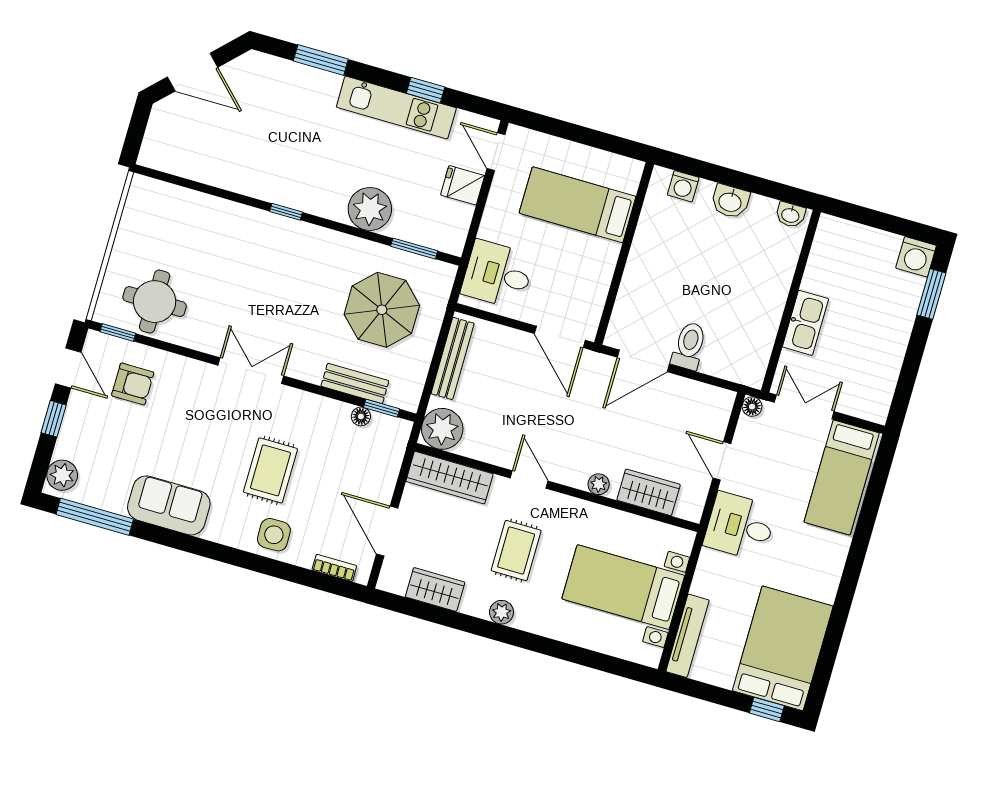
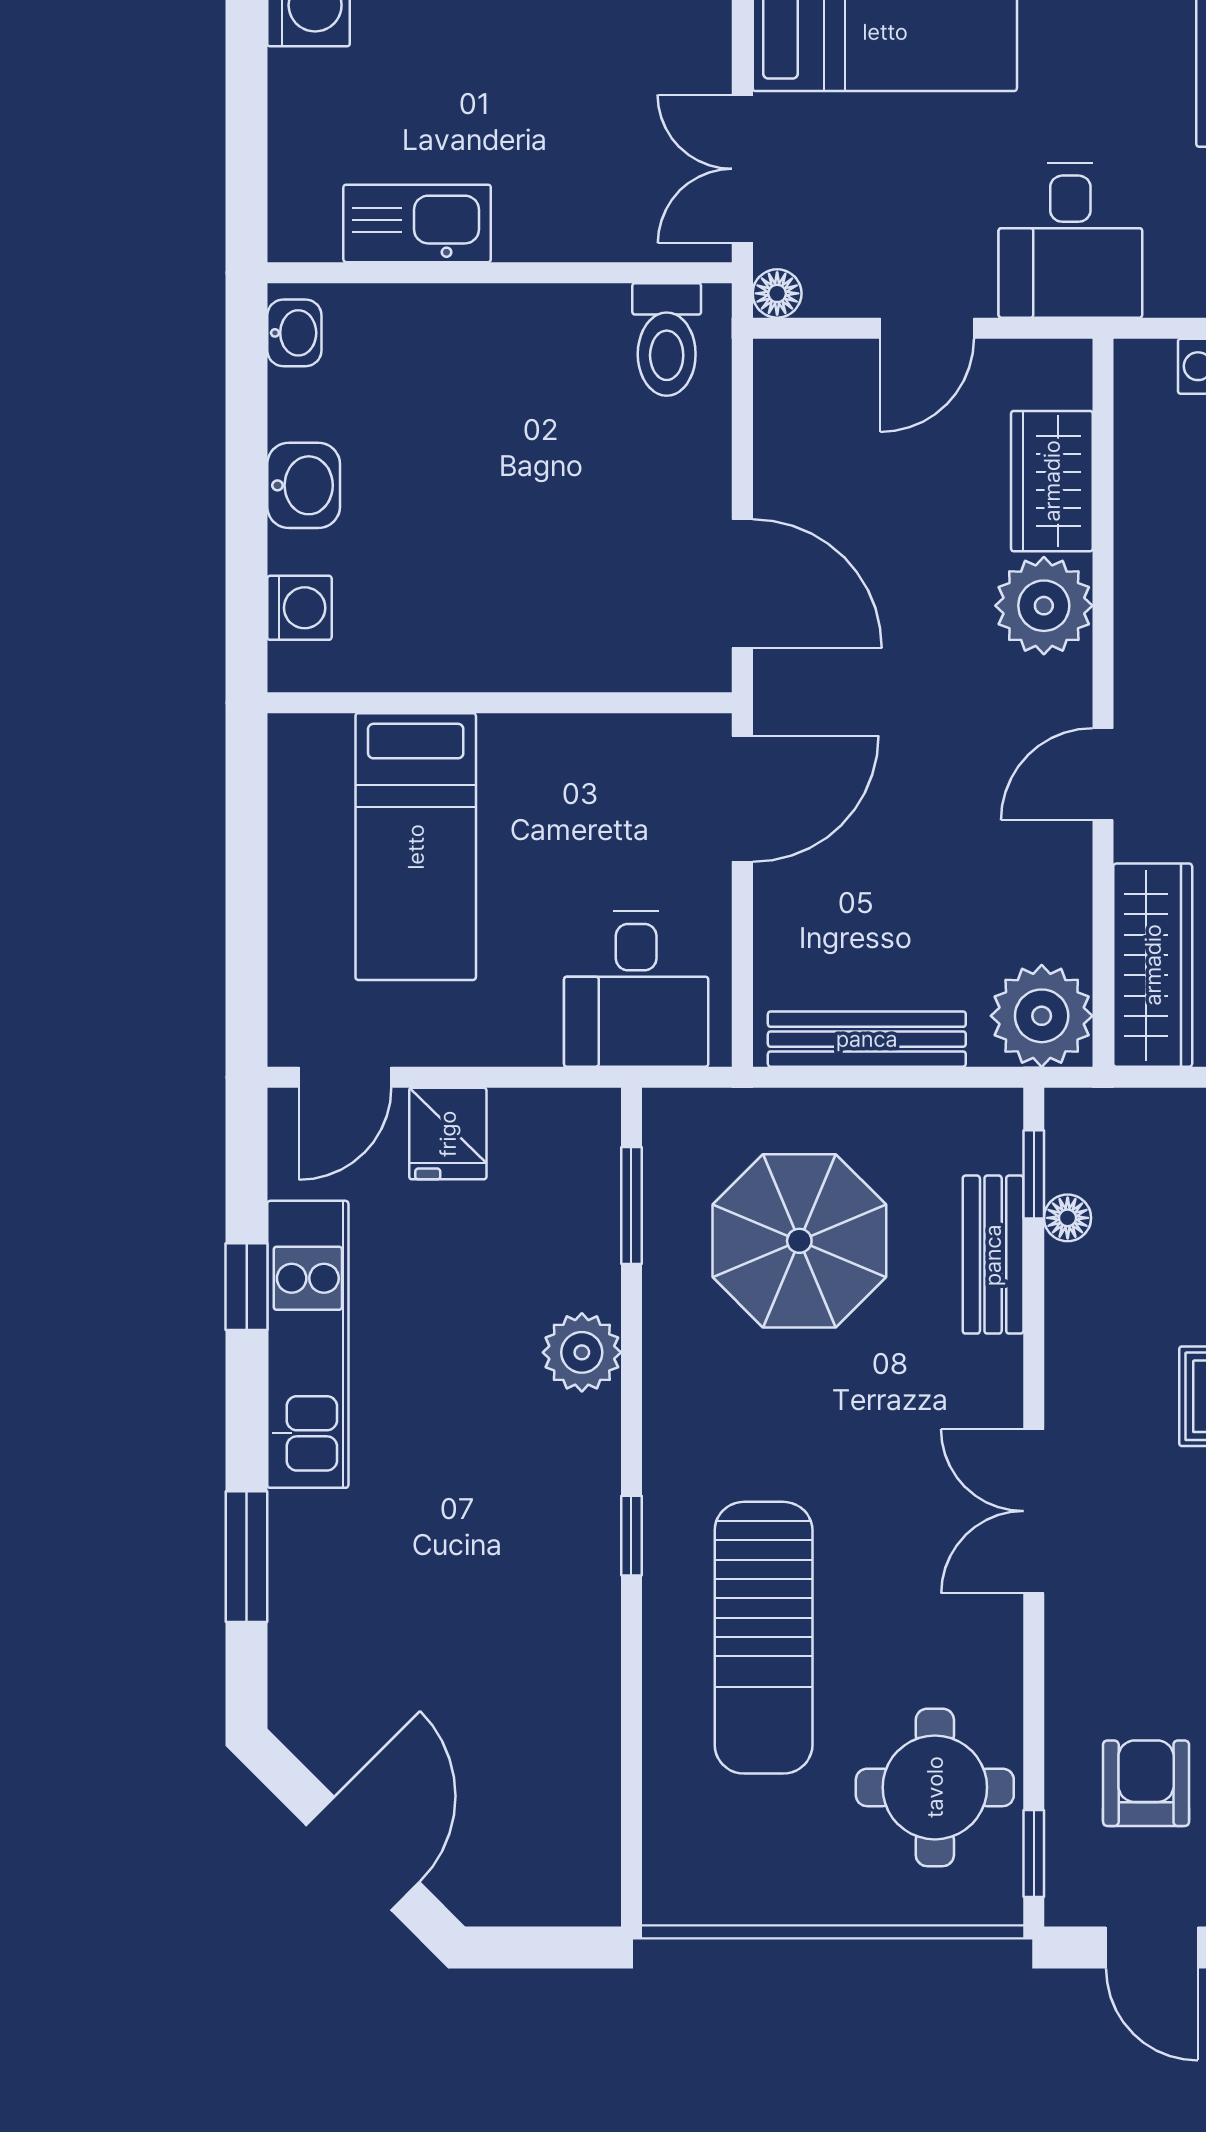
plant: (370, 209) -> (582, 1352), width x0.73, depth x0.73
sun lounger: (232, 252) -> (764, 1638), added
kitchen sink: (805, 323) -> (417, 223), moved
toilet: (689, 346) -> (667, 339), moved, turned -90
door: (68, 368) -> (1152, 1948), swing flipped
plant: (599, 484) -> (1044, 606), width x1.88, depth x1.88

